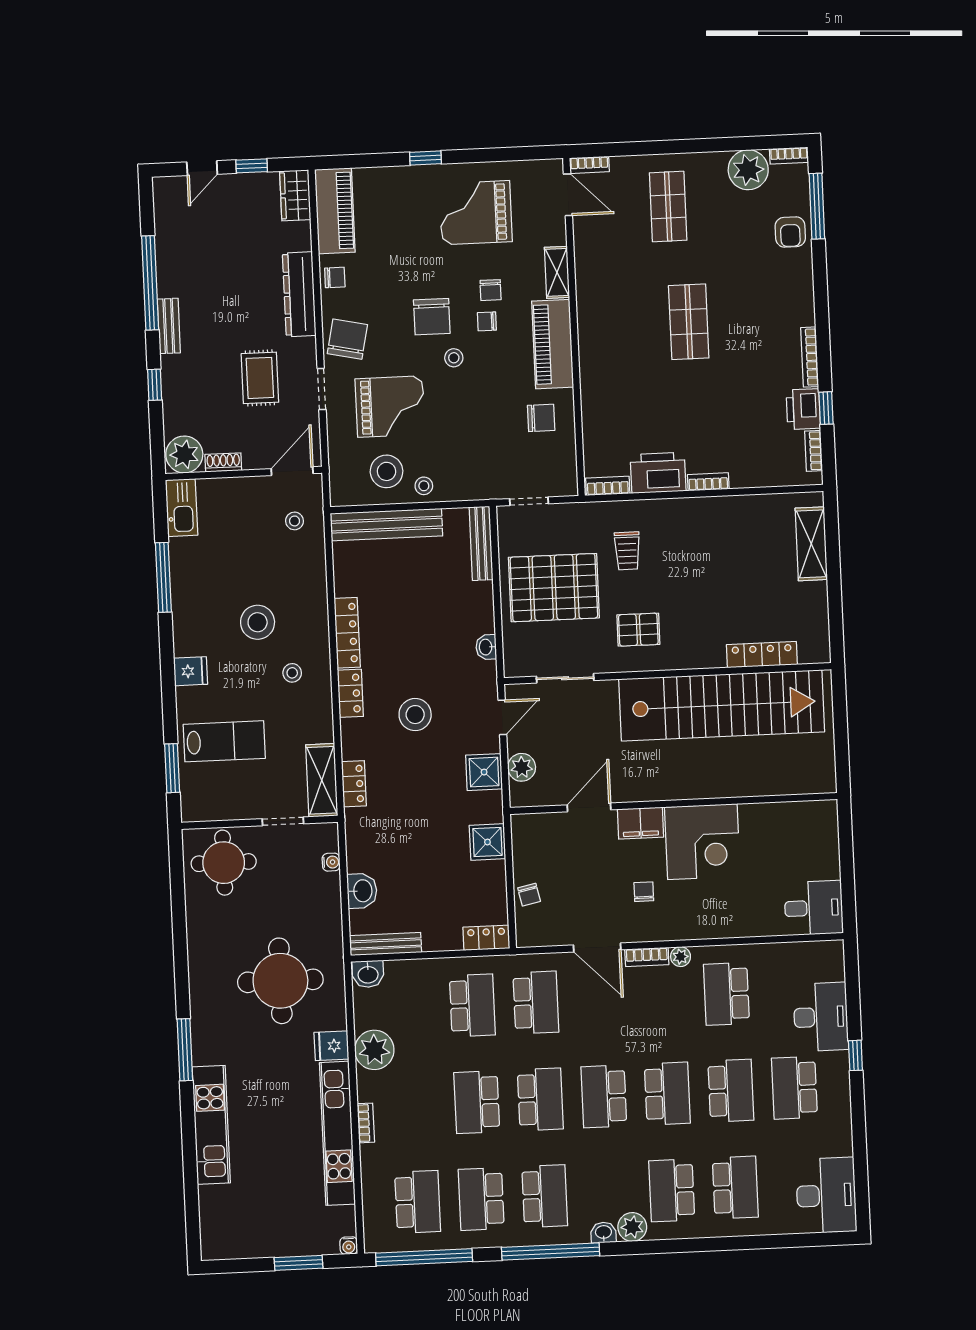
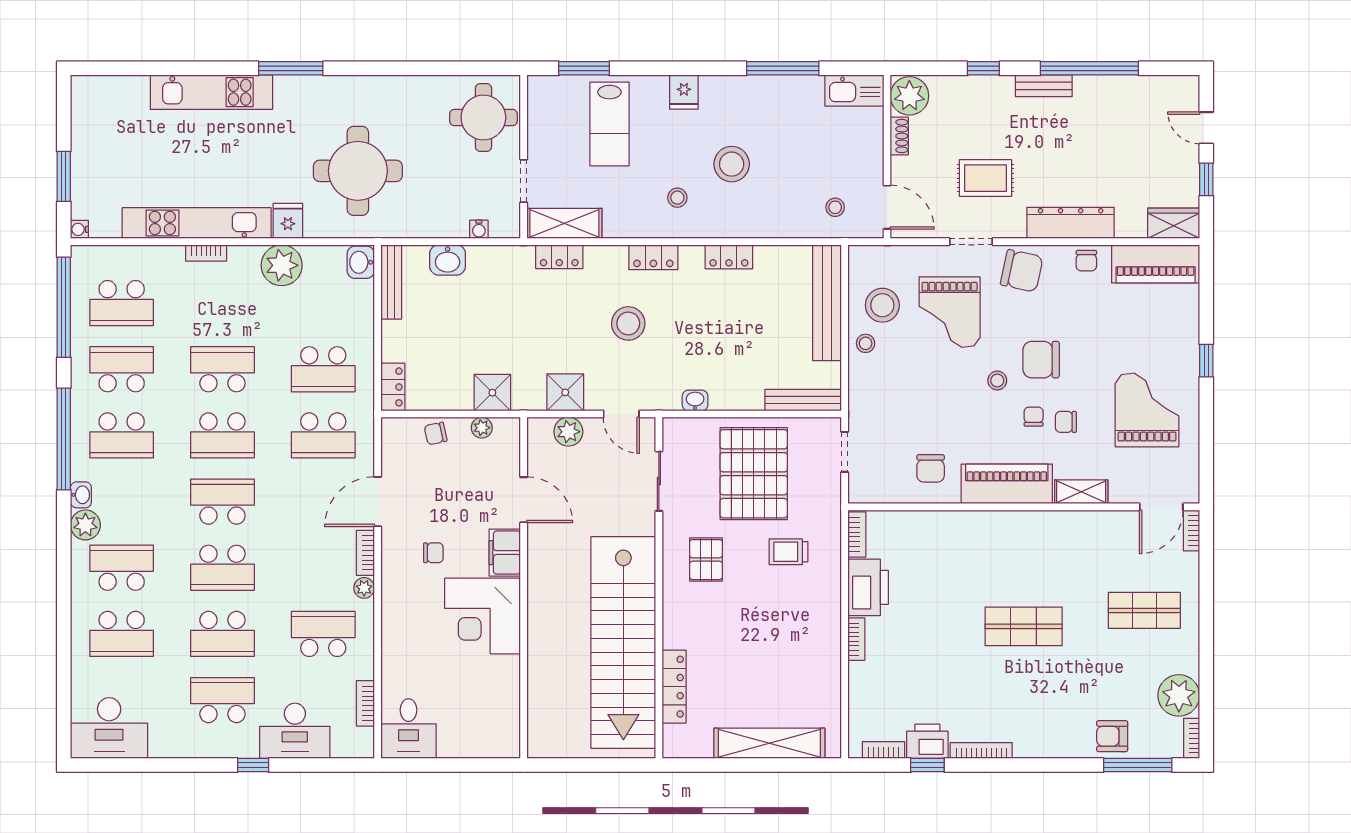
shelving: (811, 544) -> (769, 743), width x1.47
locker: (347, 633) -> (729, 257), width x0.66
plant: (522, 851) -> (482, 428), added
bookcase: (791, 950) -> (365, 703), added

